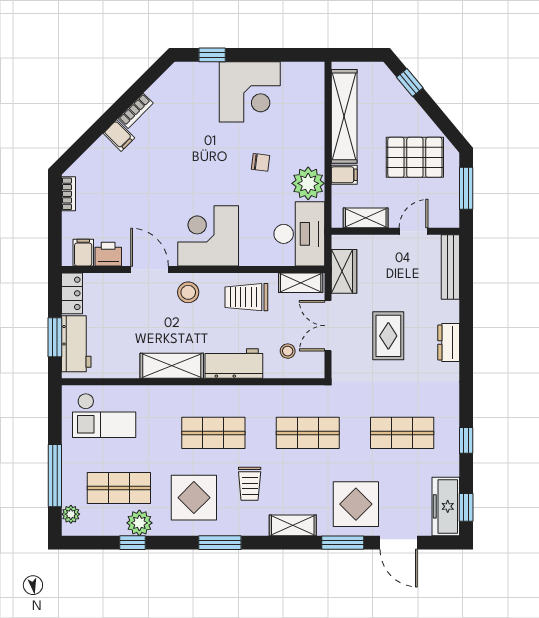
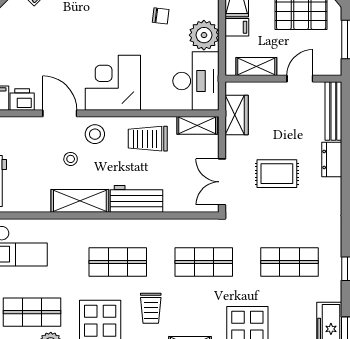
double door: (328, 326) -> (222, 182), moved
rug: (388, 336) -> (277, 174), turned 90
dresser: (449, 342) -> (332, 159), moved
stool: (288, 351) -> (71, 159), moved

